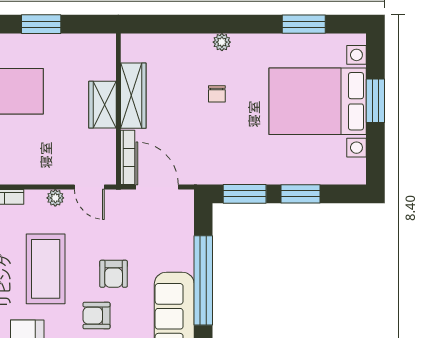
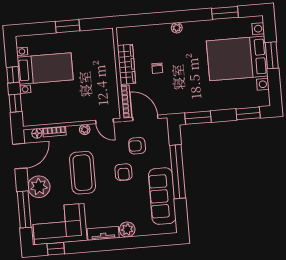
chair: (217, 94) -> (157, 68), moved
wardrobe: (102, 105) -> (108, 71), removed
window: (301, 194) -> (248, 113), moved
armchair: (96, 316) -> (137, 146), moved

